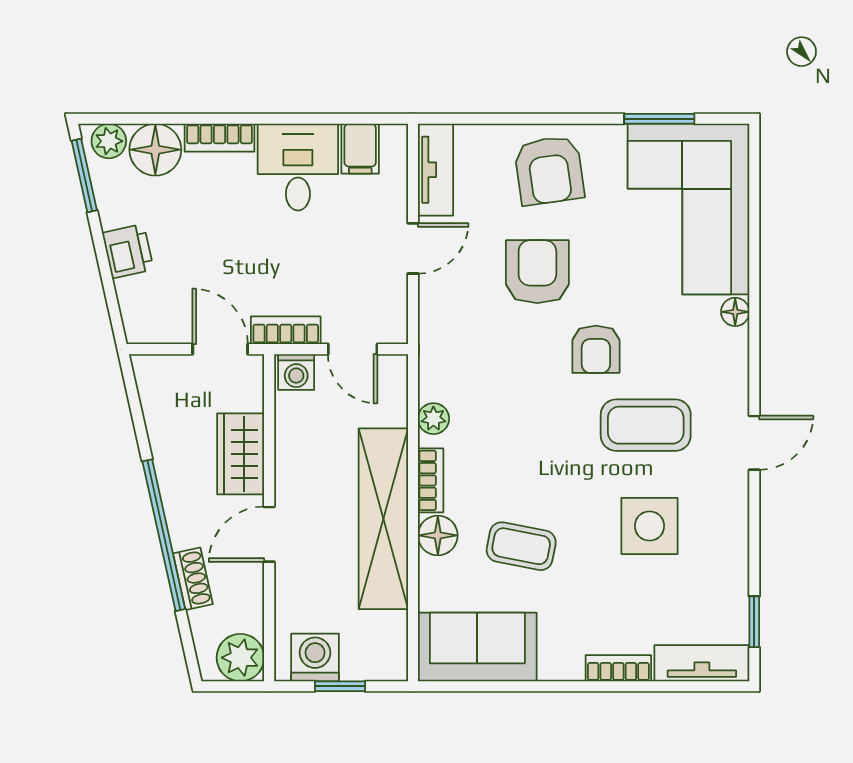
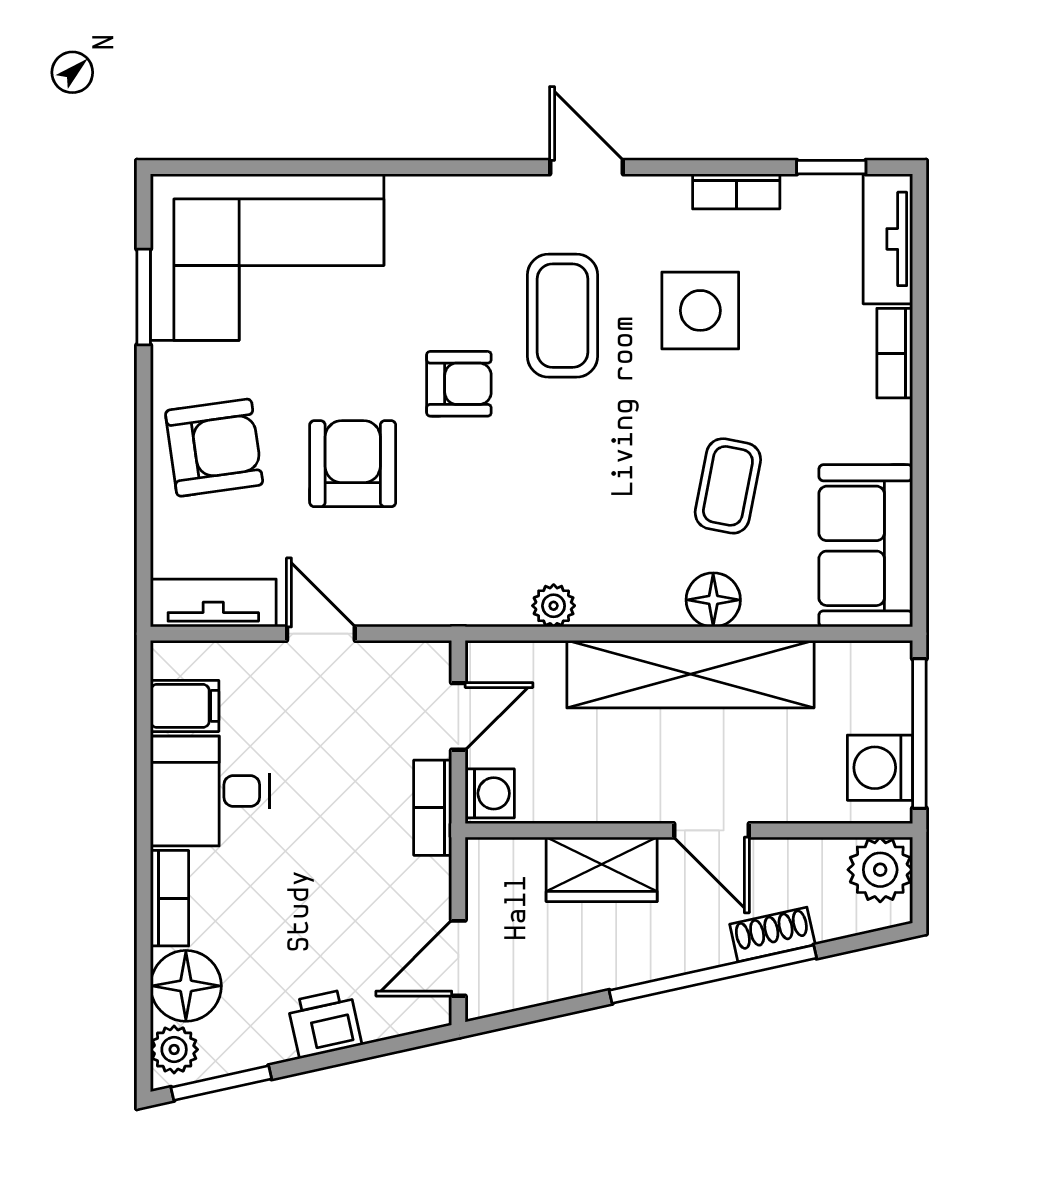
armchair: (537, 272) -> (353, 464), turned 90
floor lamp: (735, 312) -> (408, 193), removed
door: (220, 349) -> (458, 958), moved
bookcase: (431, 480) -> (736, 191), moved, turned 180
window: (340, 686) -> (919, 733), width x2.17

